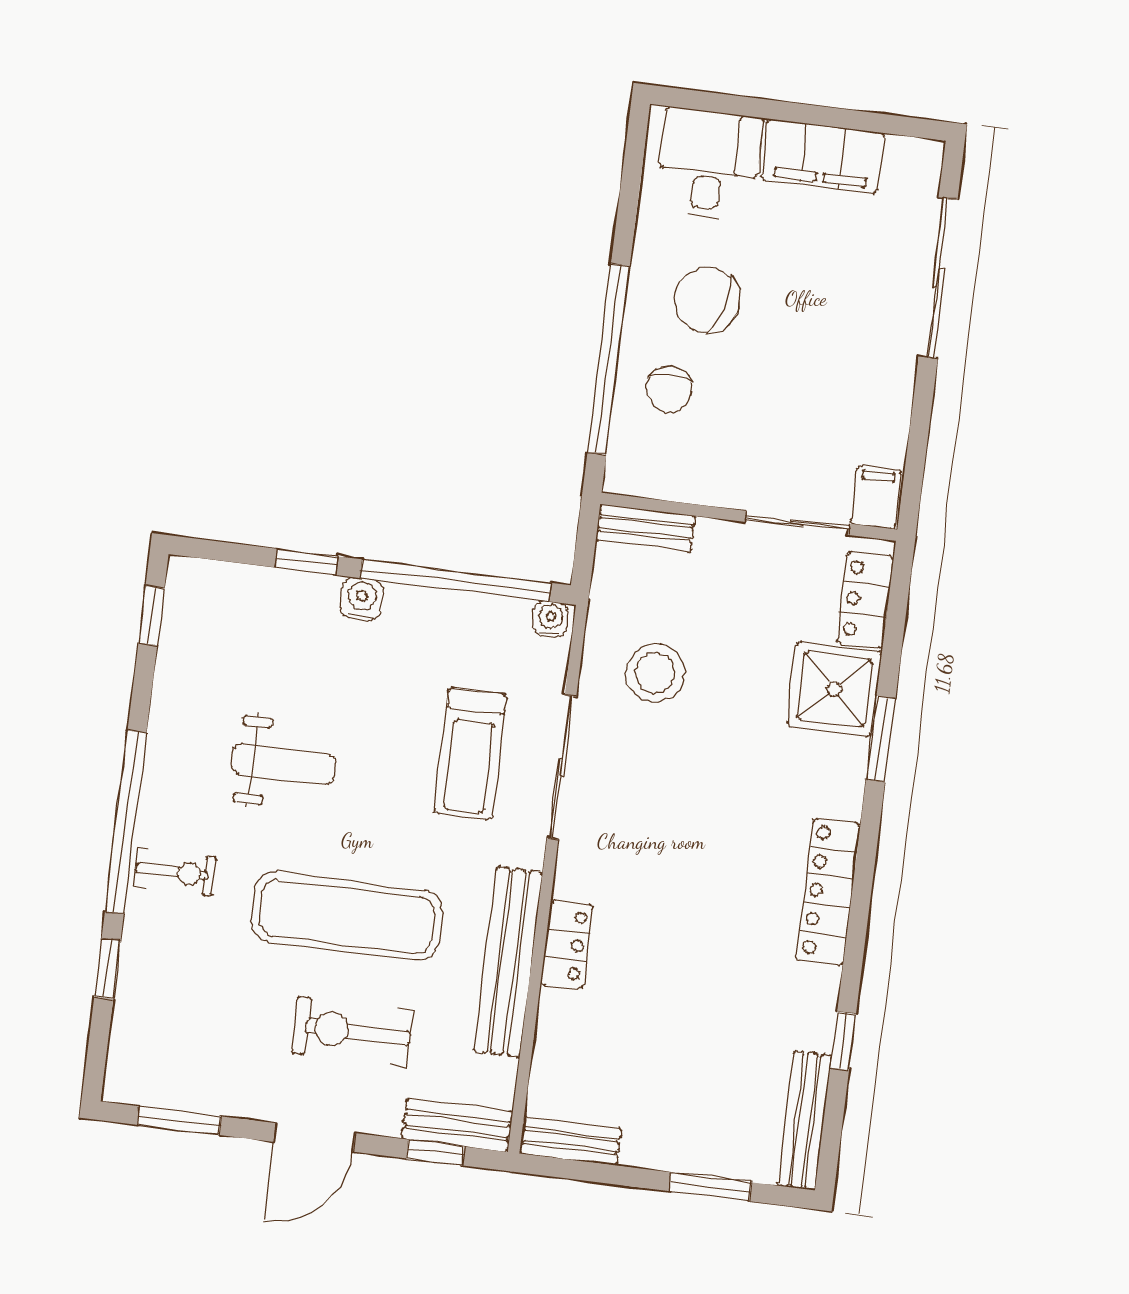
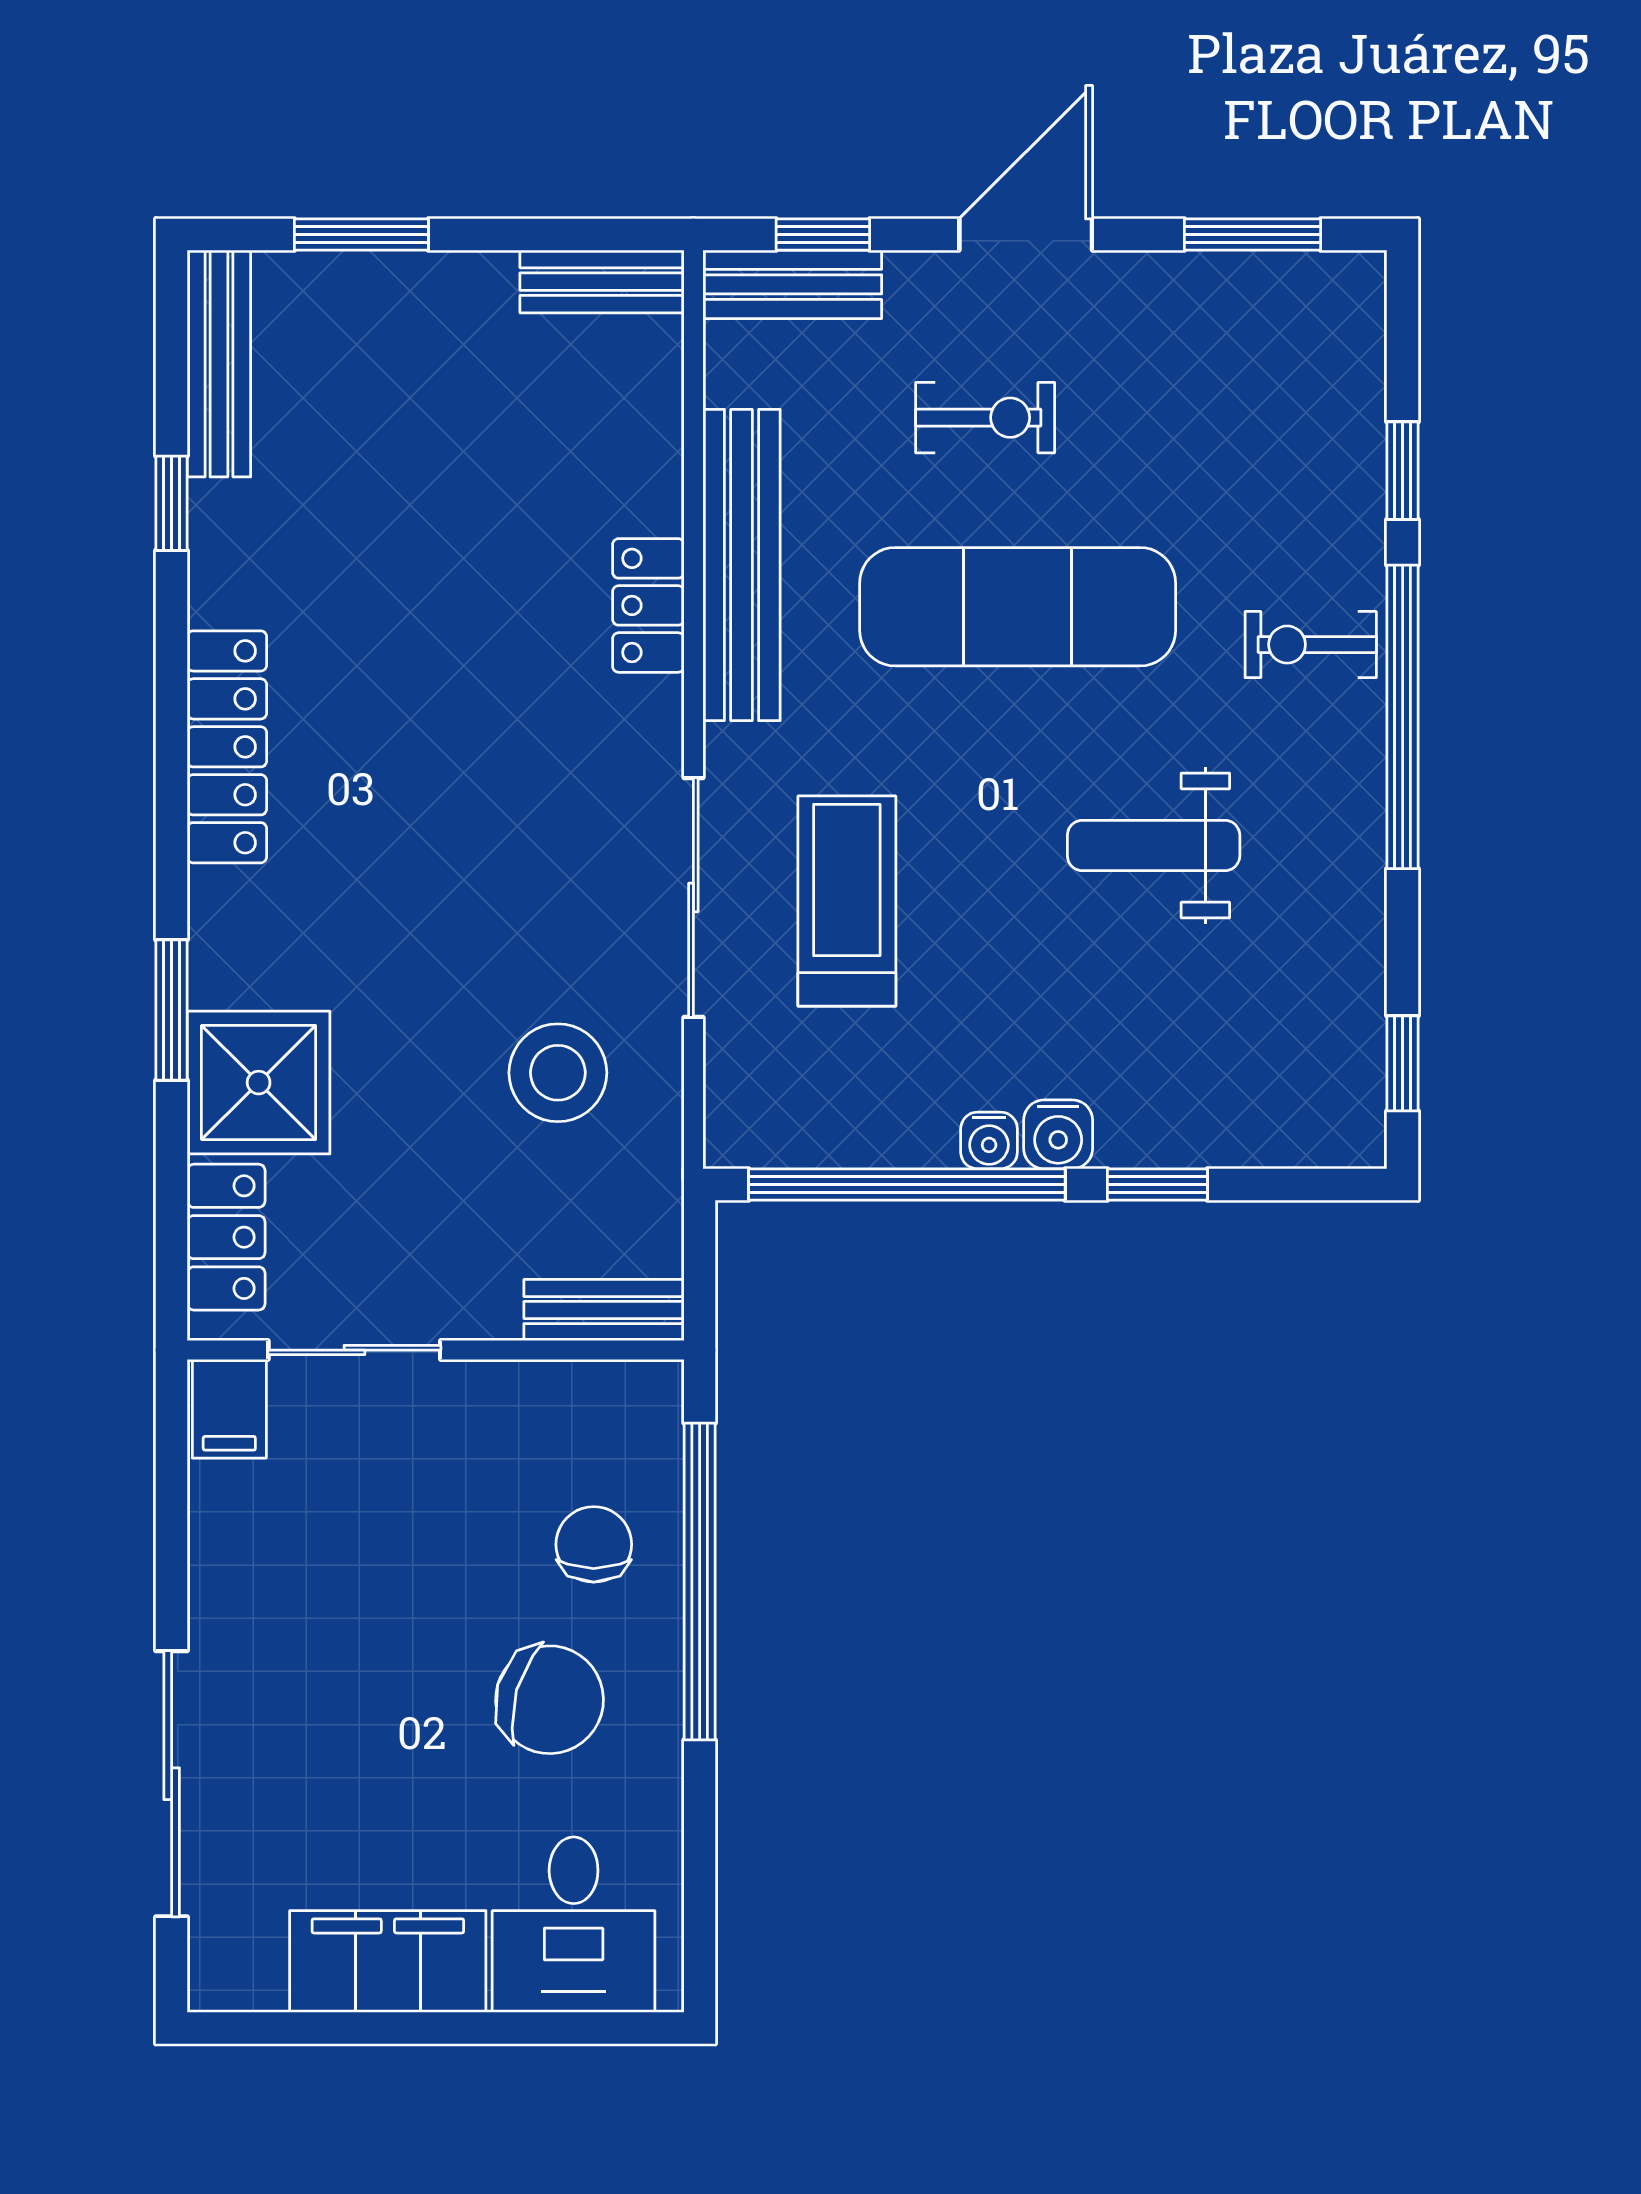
water cooler: (551, 619) -> (989, 1140), moved
exercise bike: (352, 1031) -> (985, 418), width x0.73, depth x0.72

